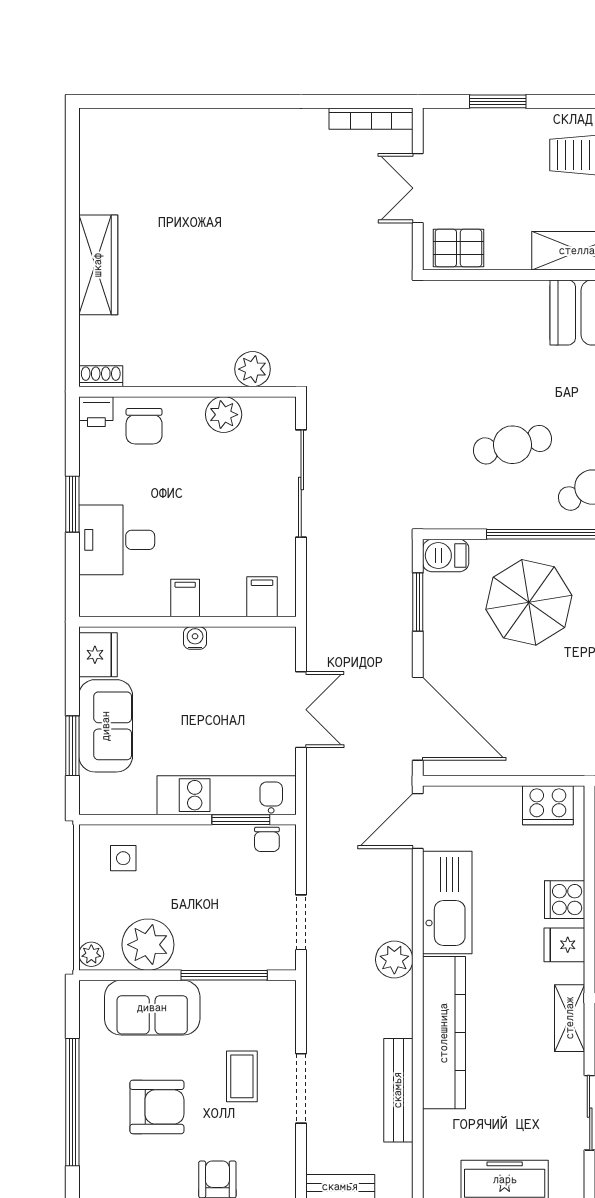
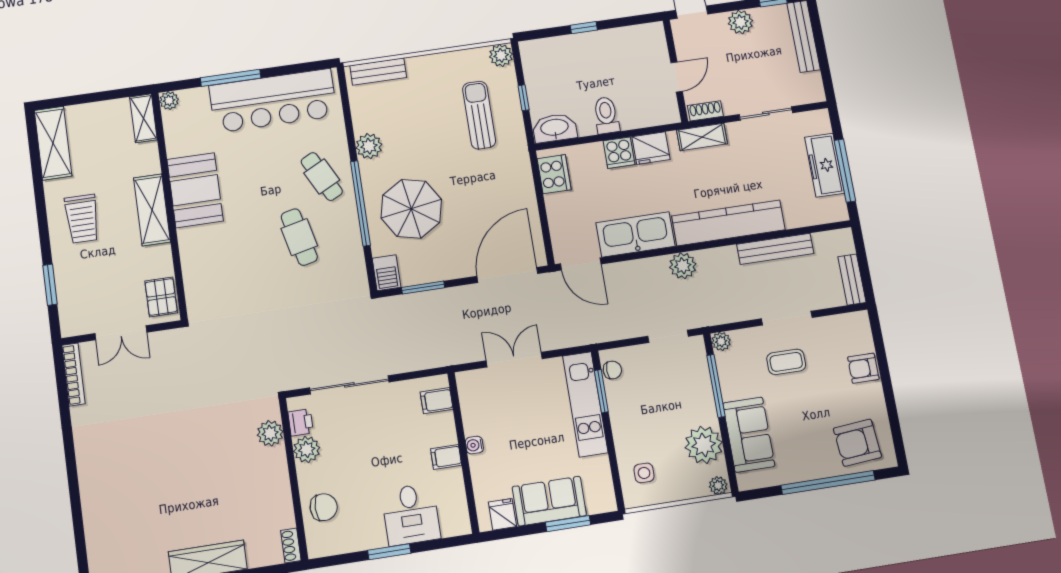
printer: (96, 412) -> (301, 422), moved
fridge: (98, 655) -> (502, 514), width x0.72
fridge: (564, 945) -> (651, 148), width x1.38
plant: (283, 993) -> (721, 341), added
armchair: (157, 1107) -> (857, 443), moved, turned -95

